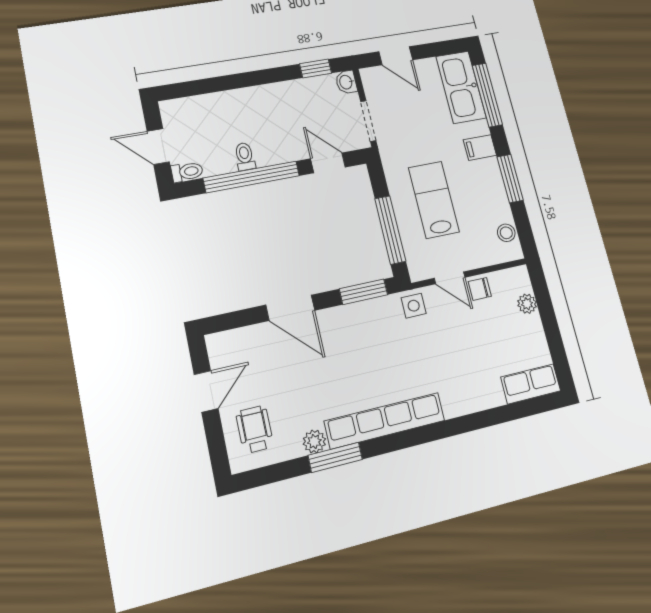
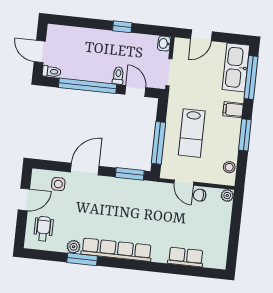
door: (396, 56) -> (201, 35), hinge flipped
window: (316, 69) -> (122, 27), moved
toilet: (245, 156) -> (118, 76), moved
lab bench: (434, 200) -> (192, 133), turned 180
plant: (527, 304) -> (227, 196), moved
side table: (414, 306) -> (58, 184), moved
door: (290, 308) -> (85, 169), swing flipped
row of seats: (531, 384) -> (186, 257), moved

